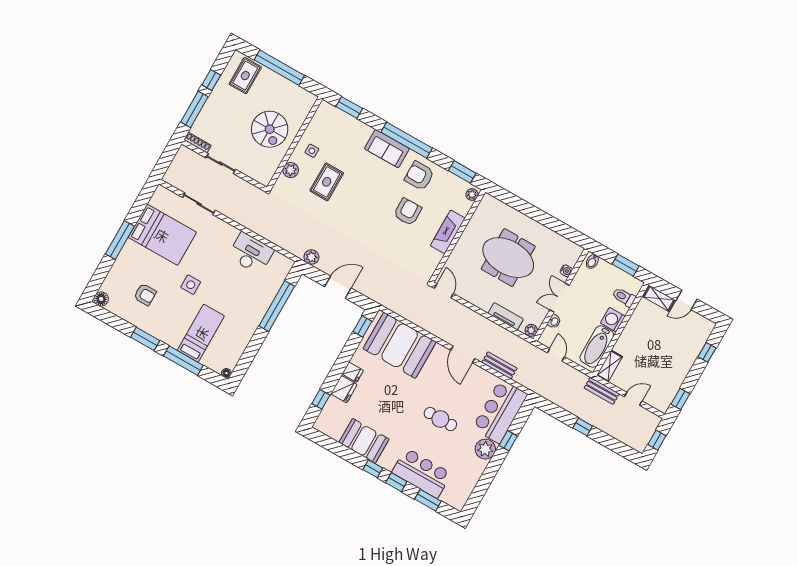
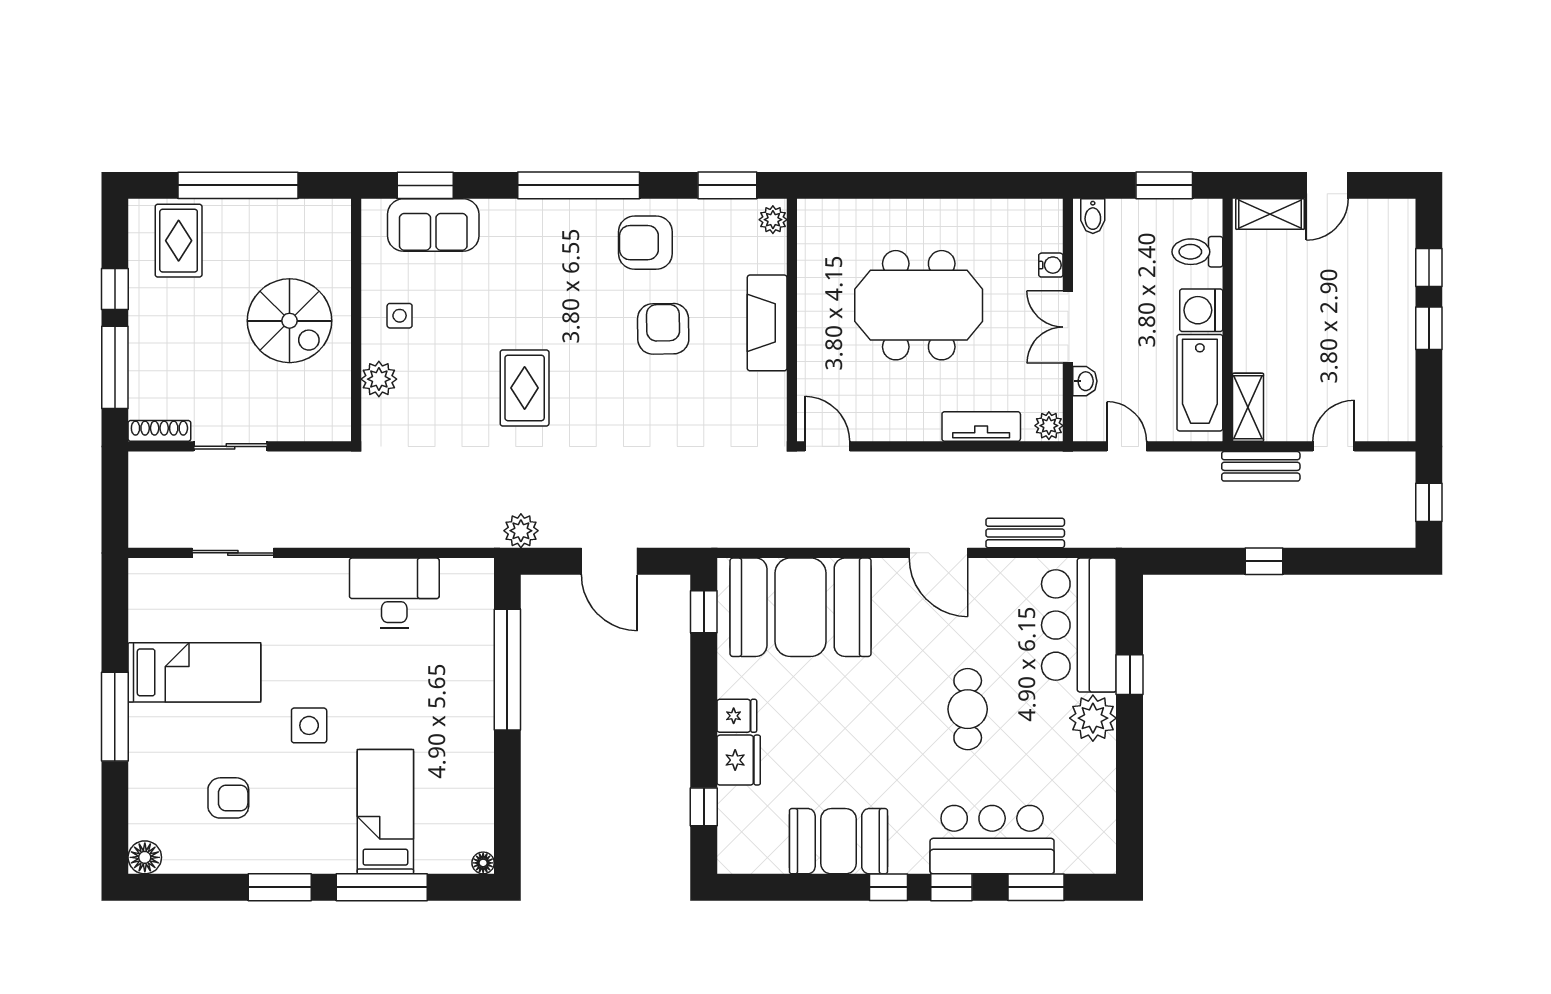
sofa: (387, 149) -> (433, 225), moved
rug: (327, 182) -> (525, 388), moved
bed: (162, 235) -> (194, 672), width x0.67
door: (338, 287) -> (609, 561), swing flipped
window: (680, 399) -> (1429, 328), moved
cafe table: (440, 419) -> (968, 709), turned 90

